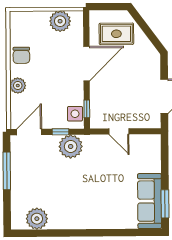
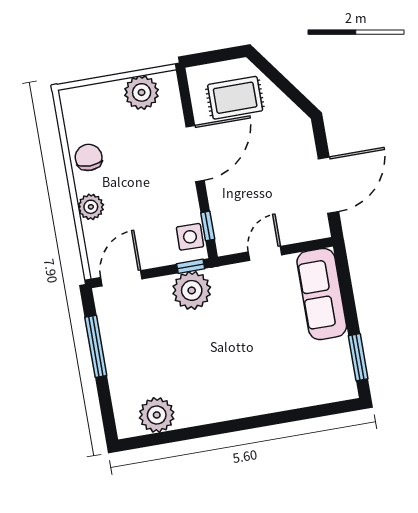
chair: (21, 55) -> (89, 157), turned 180
door: (119, 131) -> (265, 253), swing flipped
window: (61, 132) -> (191, 266), moved
sofa: (150, 201) -> (322, 294), moved

